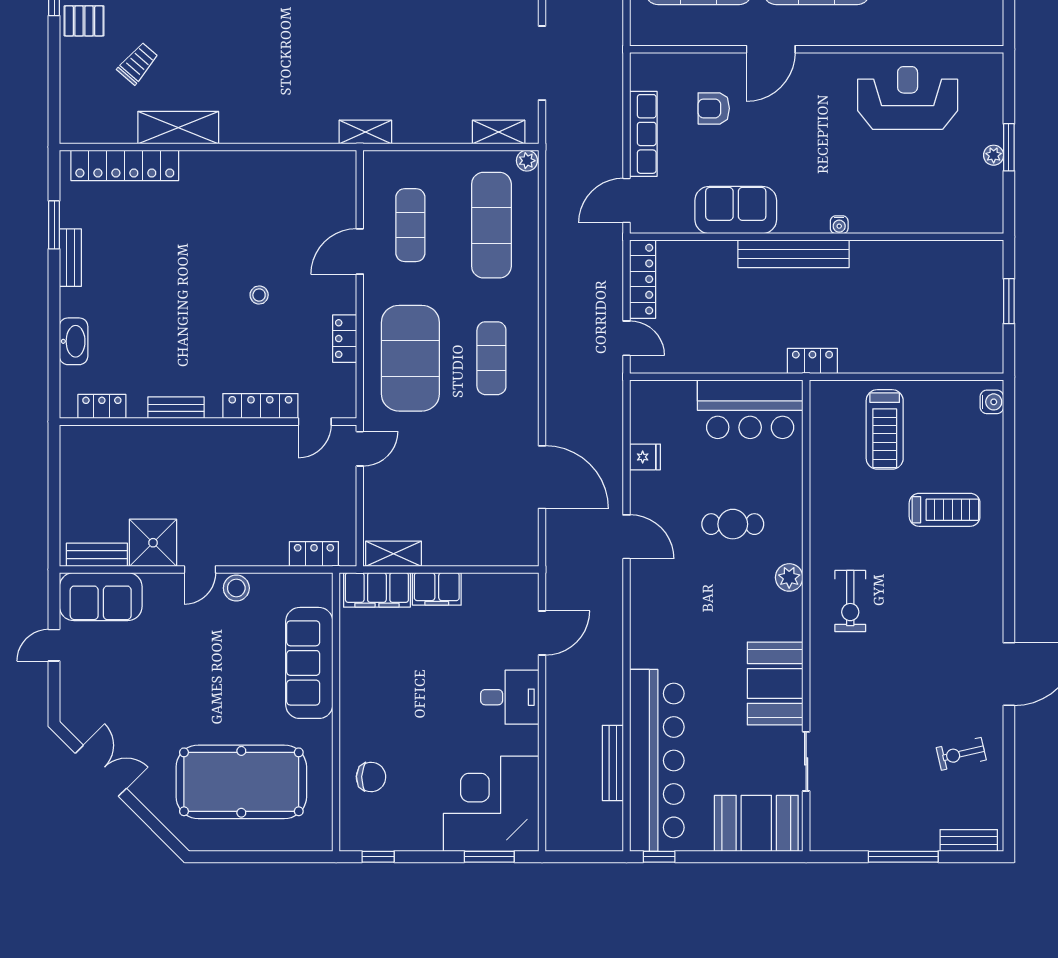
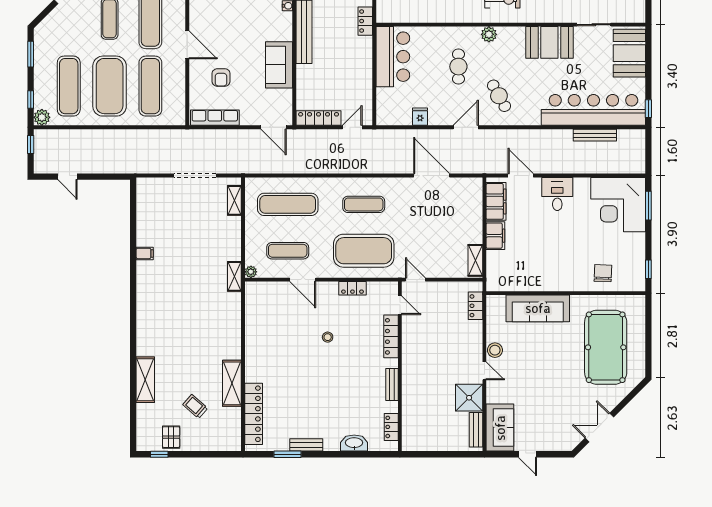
row of seats: (643, 134) -> (215, 118), moved
plant: (527, 161) -> (251, 272), moved
door: (542, 477) -> (432, 176), hinge flipped
filing cabinet: (377, 590) -> (496, 201), moved
cafe table: (682, 595) -> (499, 96), added

